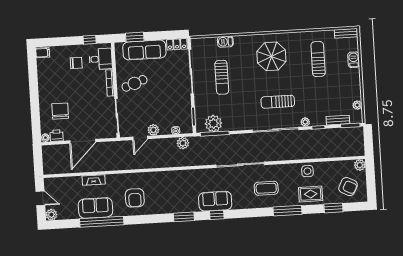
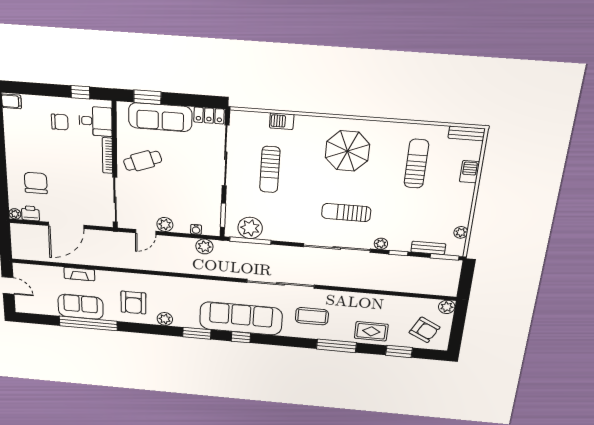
side table: (307, 171) -> (372, 304), removed
sofa: (215, 201) -> (241, 318), width x1.85, depth x1.27
plant: (51, 215) -> (165, 319), moved

